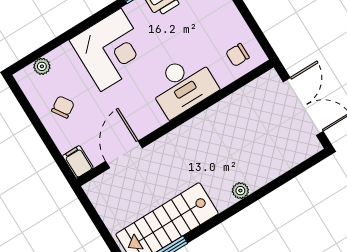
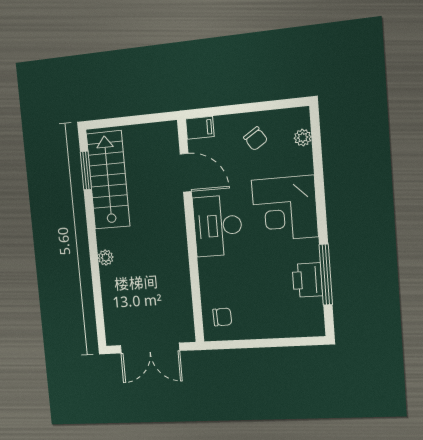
chair: (237, 55) -> (222, 317), turned 88
desk: (183, 85) -> (218, 226), moved

